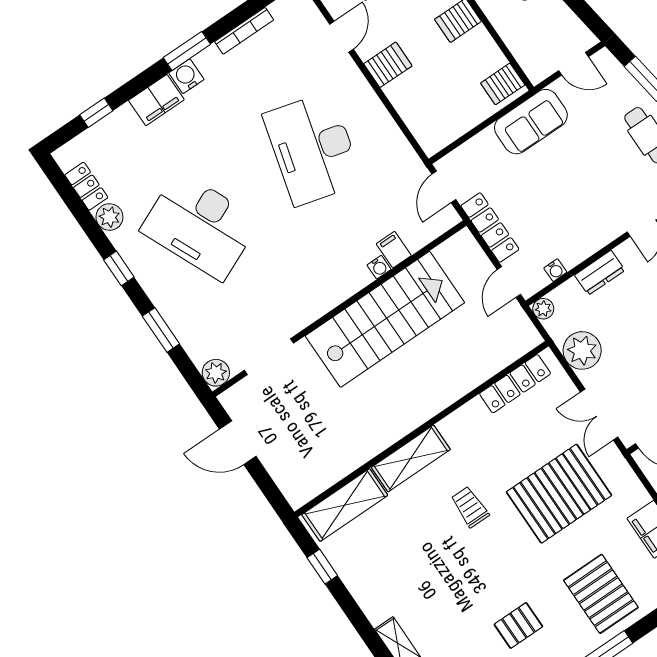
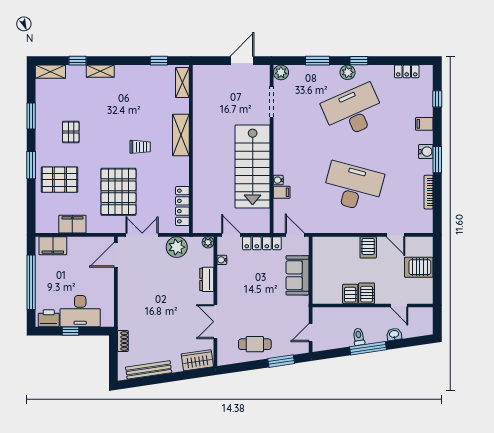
server rack: (503, 84) -> (350, 294), moved
filing cabinet: (156, 100) -> (424, 124), width x0.50
sofa: (531, 122) -> (297, 275), moved
plant: (109, 217) -> (348, 72), moved
shelving: (345, 505) -> (182, 83), width x0.67, depth x0.75

